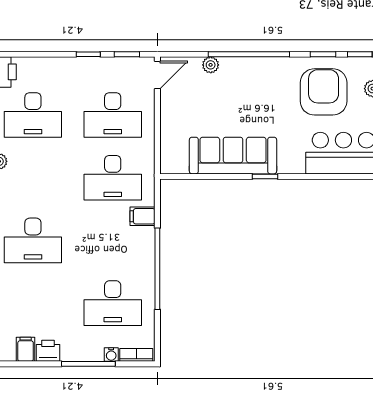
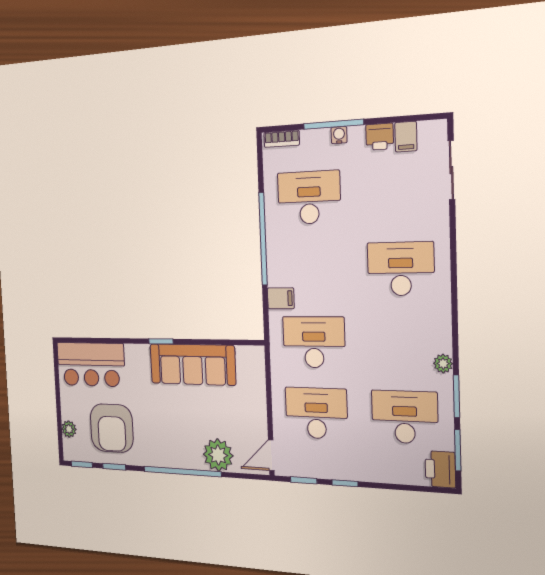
plant: (211, 65) -> (218, 455), width x1.87, depth x1.87
water cooler: (111, 355) -> (339, 135), moved

